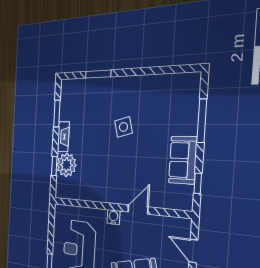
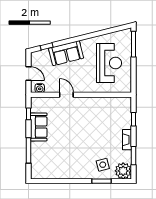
side table: (123, 127) -> (103, 165), moved
plant: (66, 165) -> (123, 171), moved
door: (138, 209) -> (66, 95), swing flipped
water cooler: (113, 217) -> (40, 88), moved

